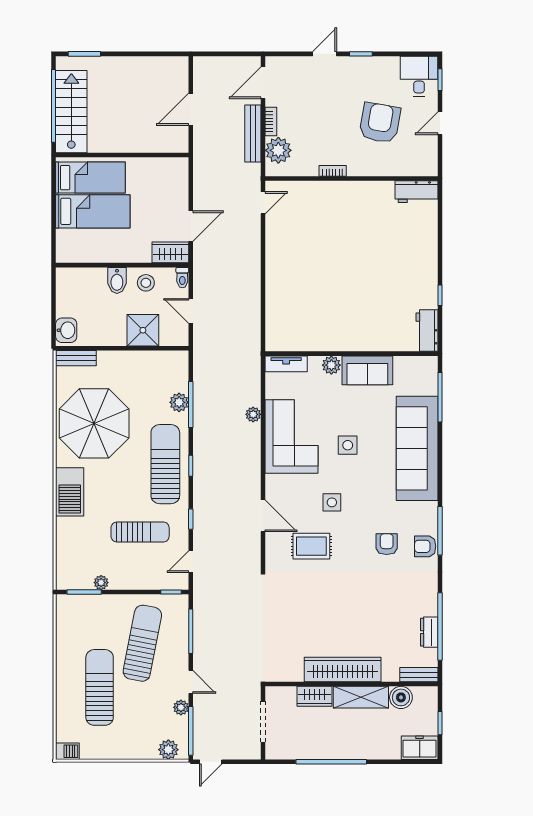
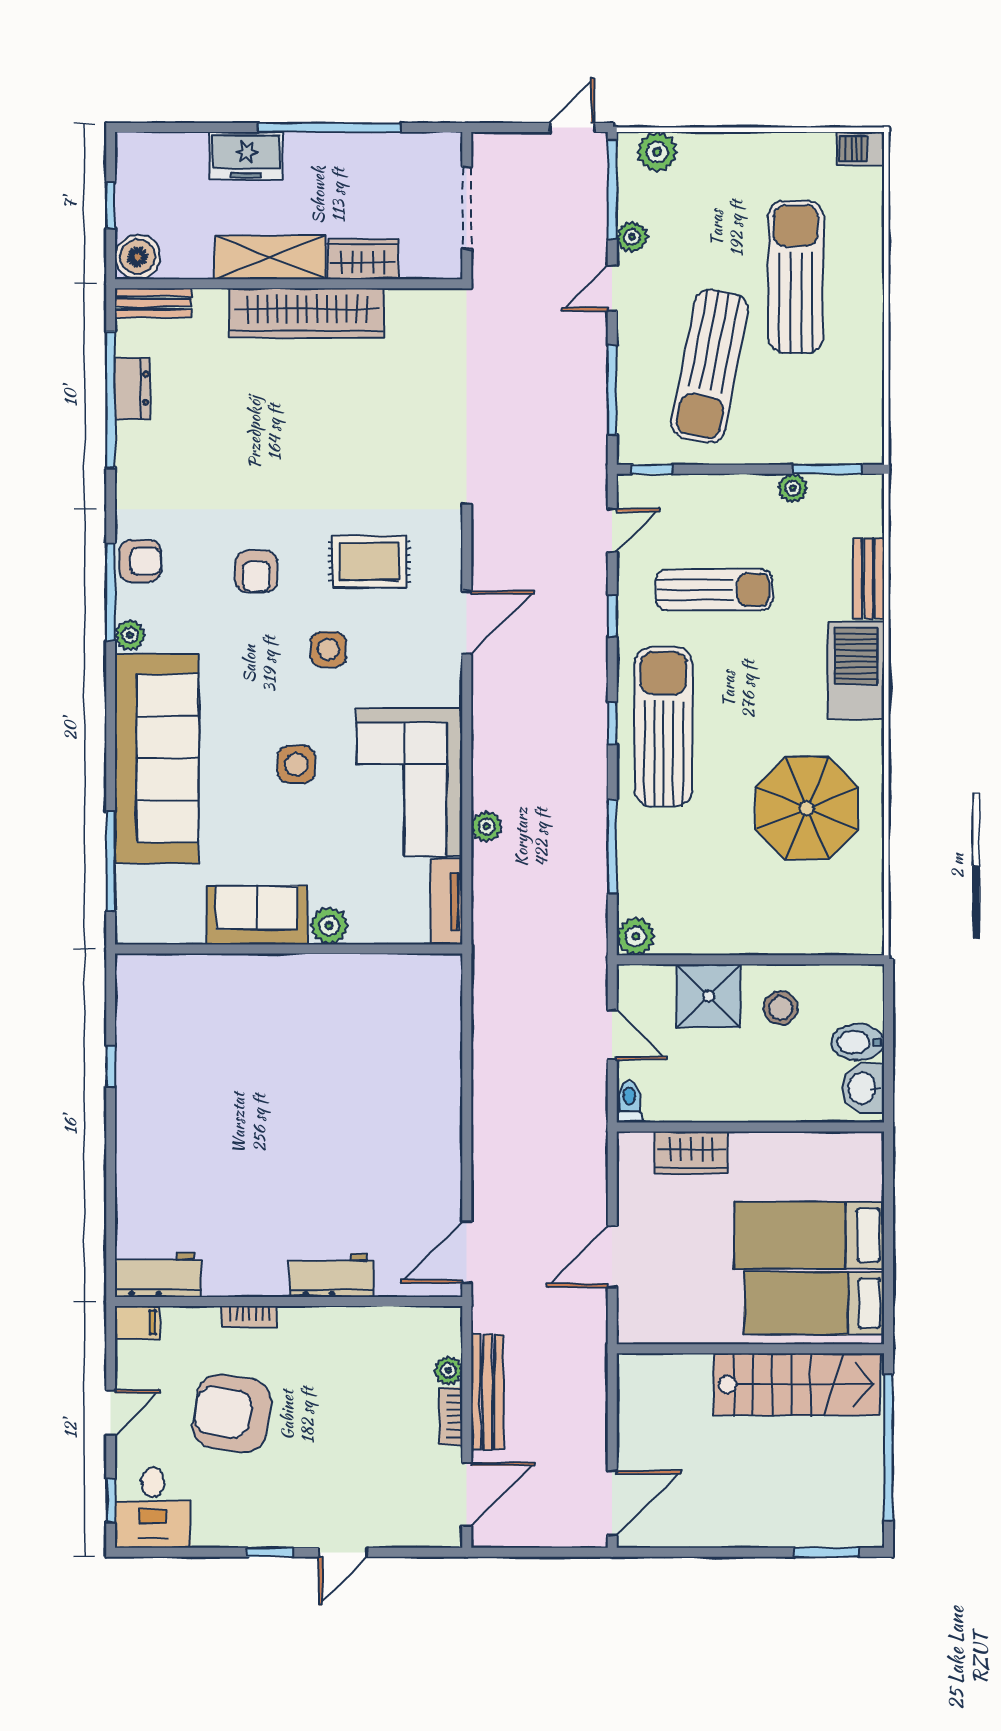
door: (191, 109) -> (612, 1503), moved
stairs: (71, 112) -> (797, 1384), moved, turned -90
armchair: (380, 123) -> (232, 1413), turned 89
plant: (278, 150) -> (448, 1370), width x0.53, depth x0.53
filing cabinet: (427, 168) -> (137, 1323), added
bookcase: (333, 171) -> (249, 1317), moved
door: (263, 203) -> (467, 1252), width x1.38
door: (191, 226) -> (612, 1257), moved
wardrobe: (170, 252) -> (691, 1153), moved
bidet: (117, 280) -> (858, 1042), moved, turned -90
stool: (146, 283) -> (780, 1008), moved
washbasin: (66, 330) -> (863, 1088), moved
workbench: (427, 331) -> (332, 1275), moved, turned -90
bench: (76, 358) -> (869, 578), moved, turned 90
tv unit: (286, 364) -> (446, 901), moved, turned -90
plant: (179, 402) -> (636, 936), moved
parasol: (94, 423) -> (807, 808), width x0.73, depth x0.73
sun lounger: (165, 464) -> (663, 727), turned 180
plant: (430, 510) -> (130, 635), added
door: (263, 516) -> (467, 623), swing flipped
sun lounger: (140, 532) -> (714, 590), turned 180
armchair: (387, 544) -> (256, 571), moved
door: (191, 682) -> (612, 288), hinge flipped
sun lounger: (100, 687) -> (796, 277), turned 180
boiler: (401, 697) -> (138, 257), moved
freezer: (420, 748) -> (246, 156), moved

